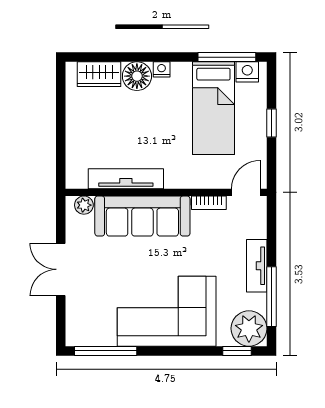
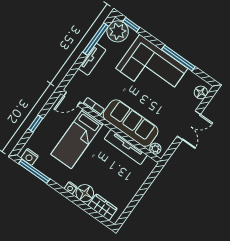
bed: (213, 108) -> (77, 139), moved, turned 180
floor lamp: (76, 326) -> (201, 92), added
window: (106, 351) -> (178, 58), moved

